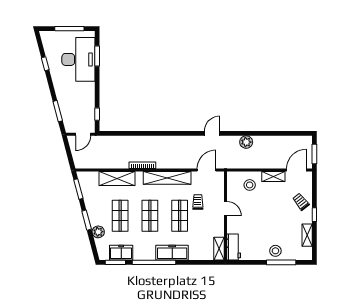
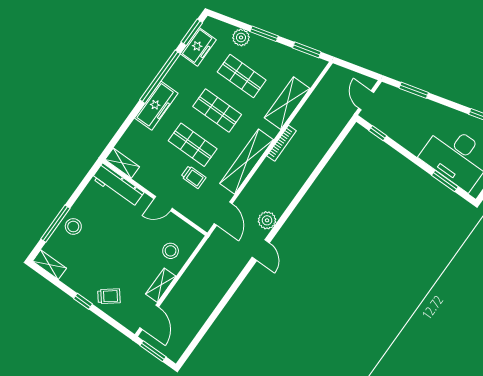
plant: (246, 142) -> (267, 220), moved
shelving: (307, 235) -> (49, 265), moved
workbench: (234, 247) -> (118, 185), width x1.38

